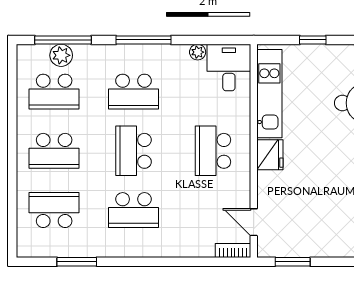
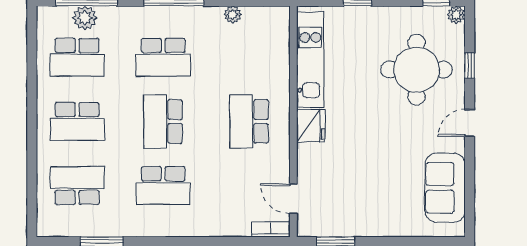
desk: (229, 68) -> (266, 31), removed

